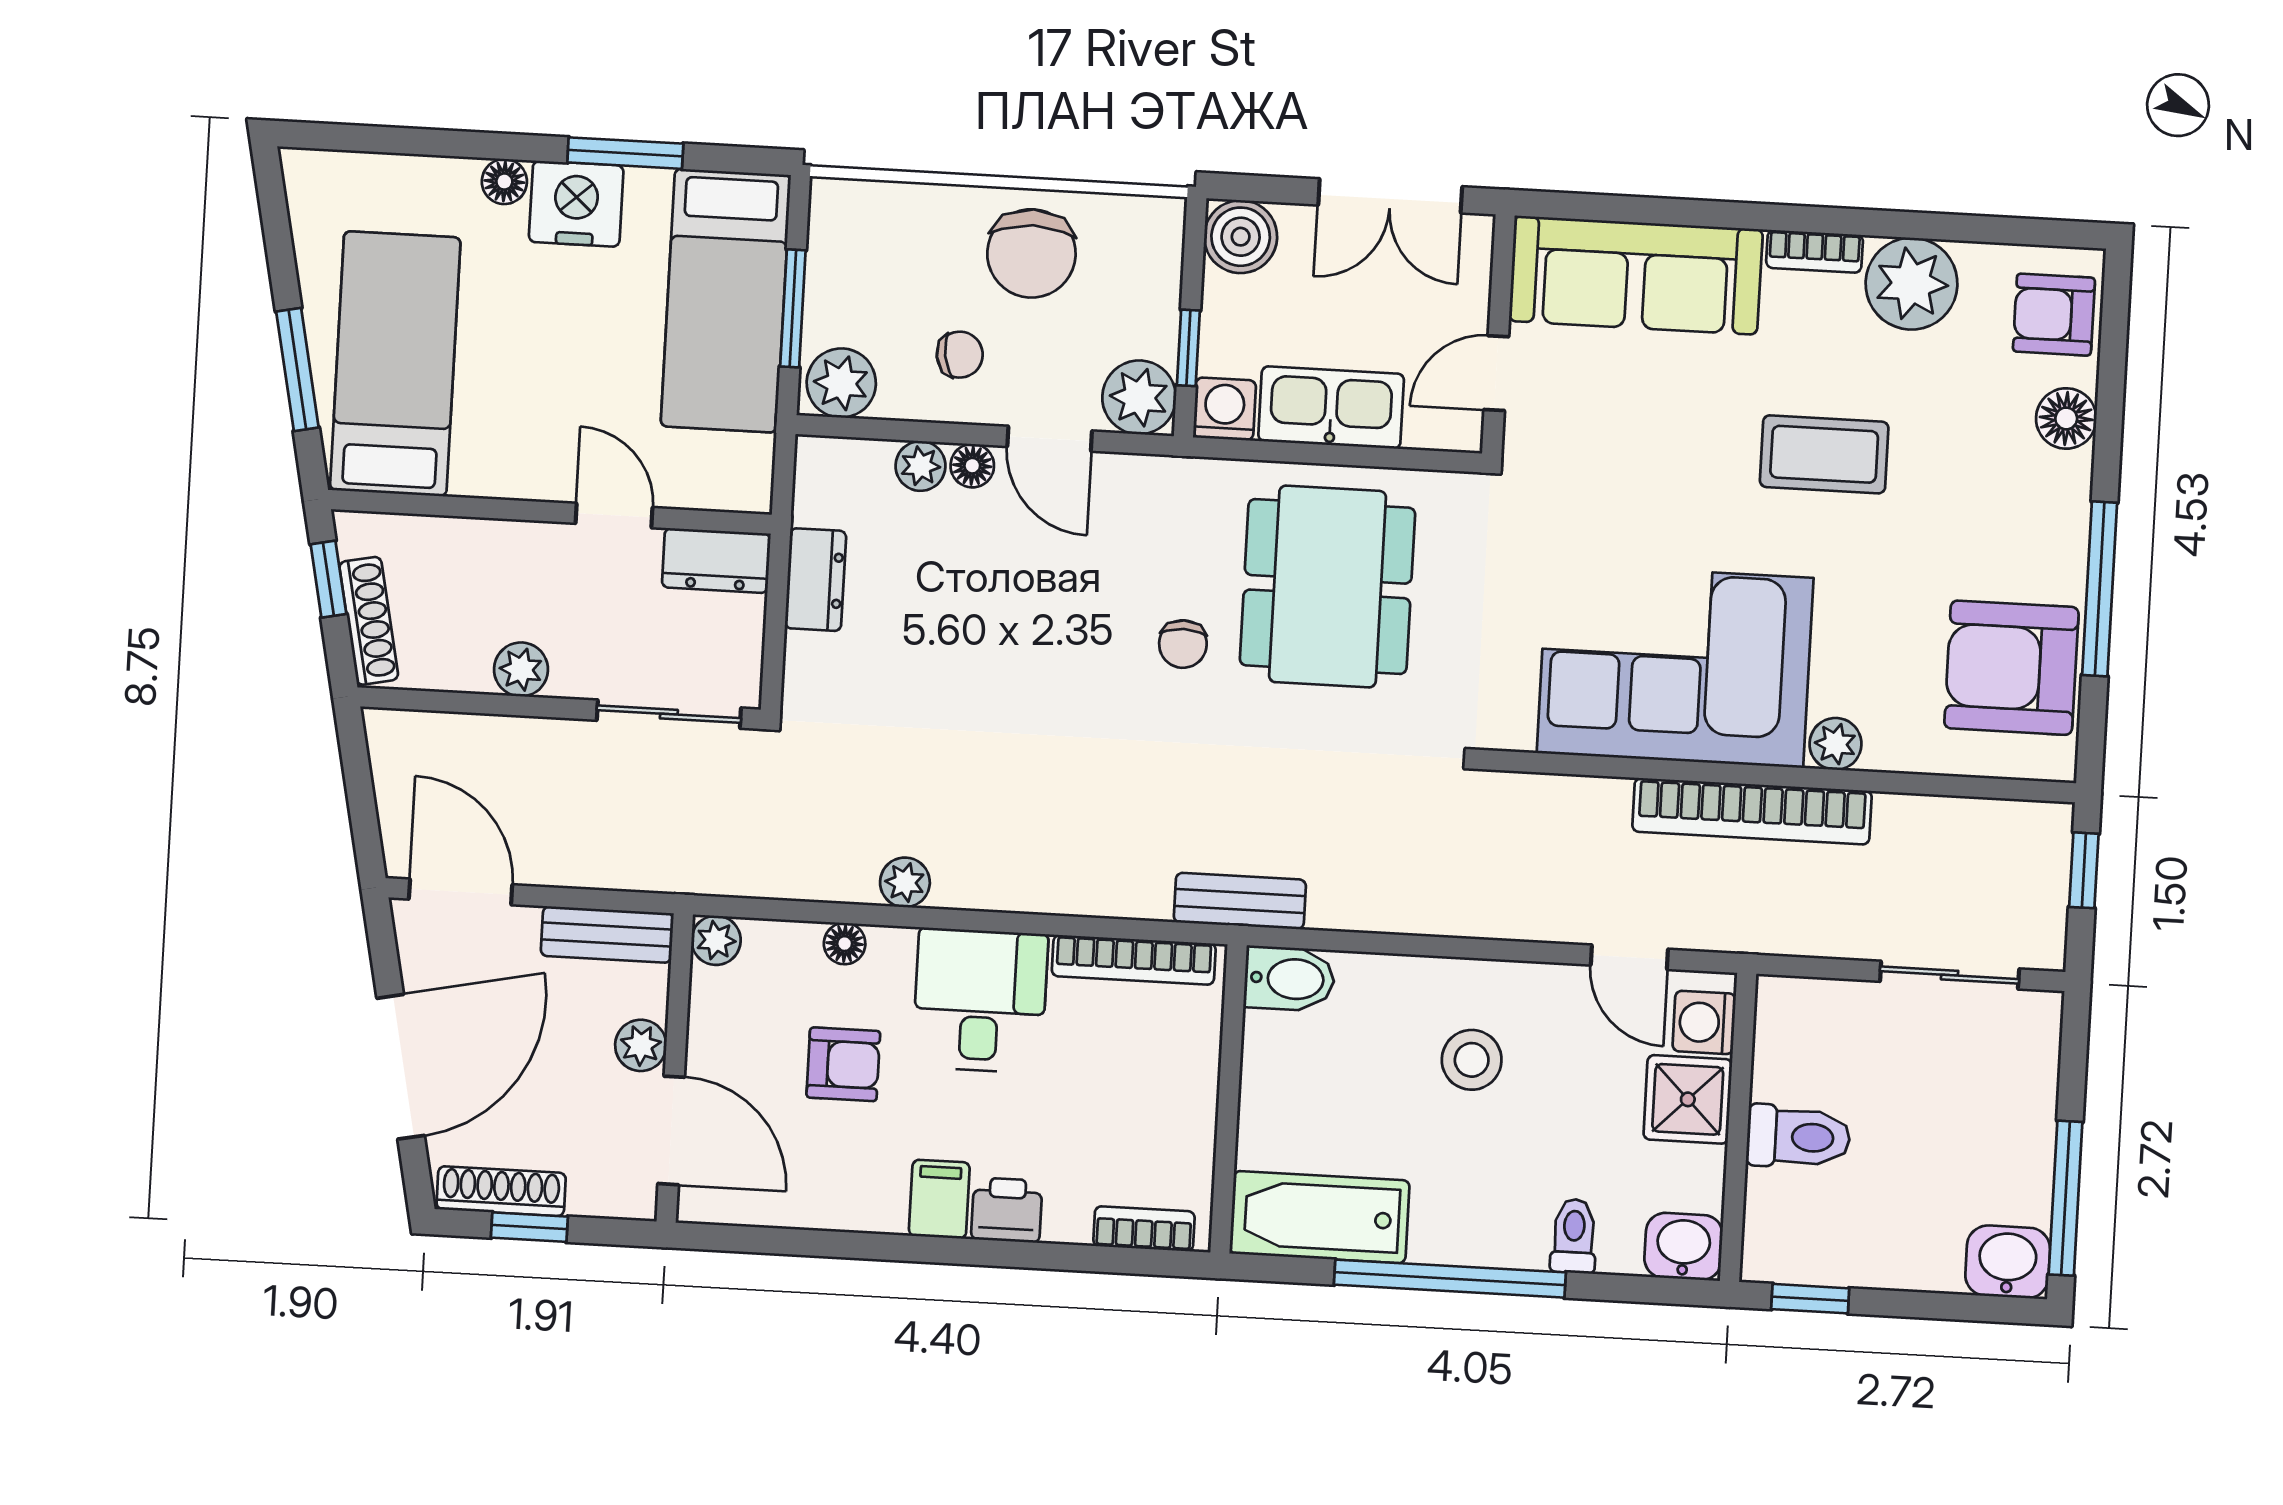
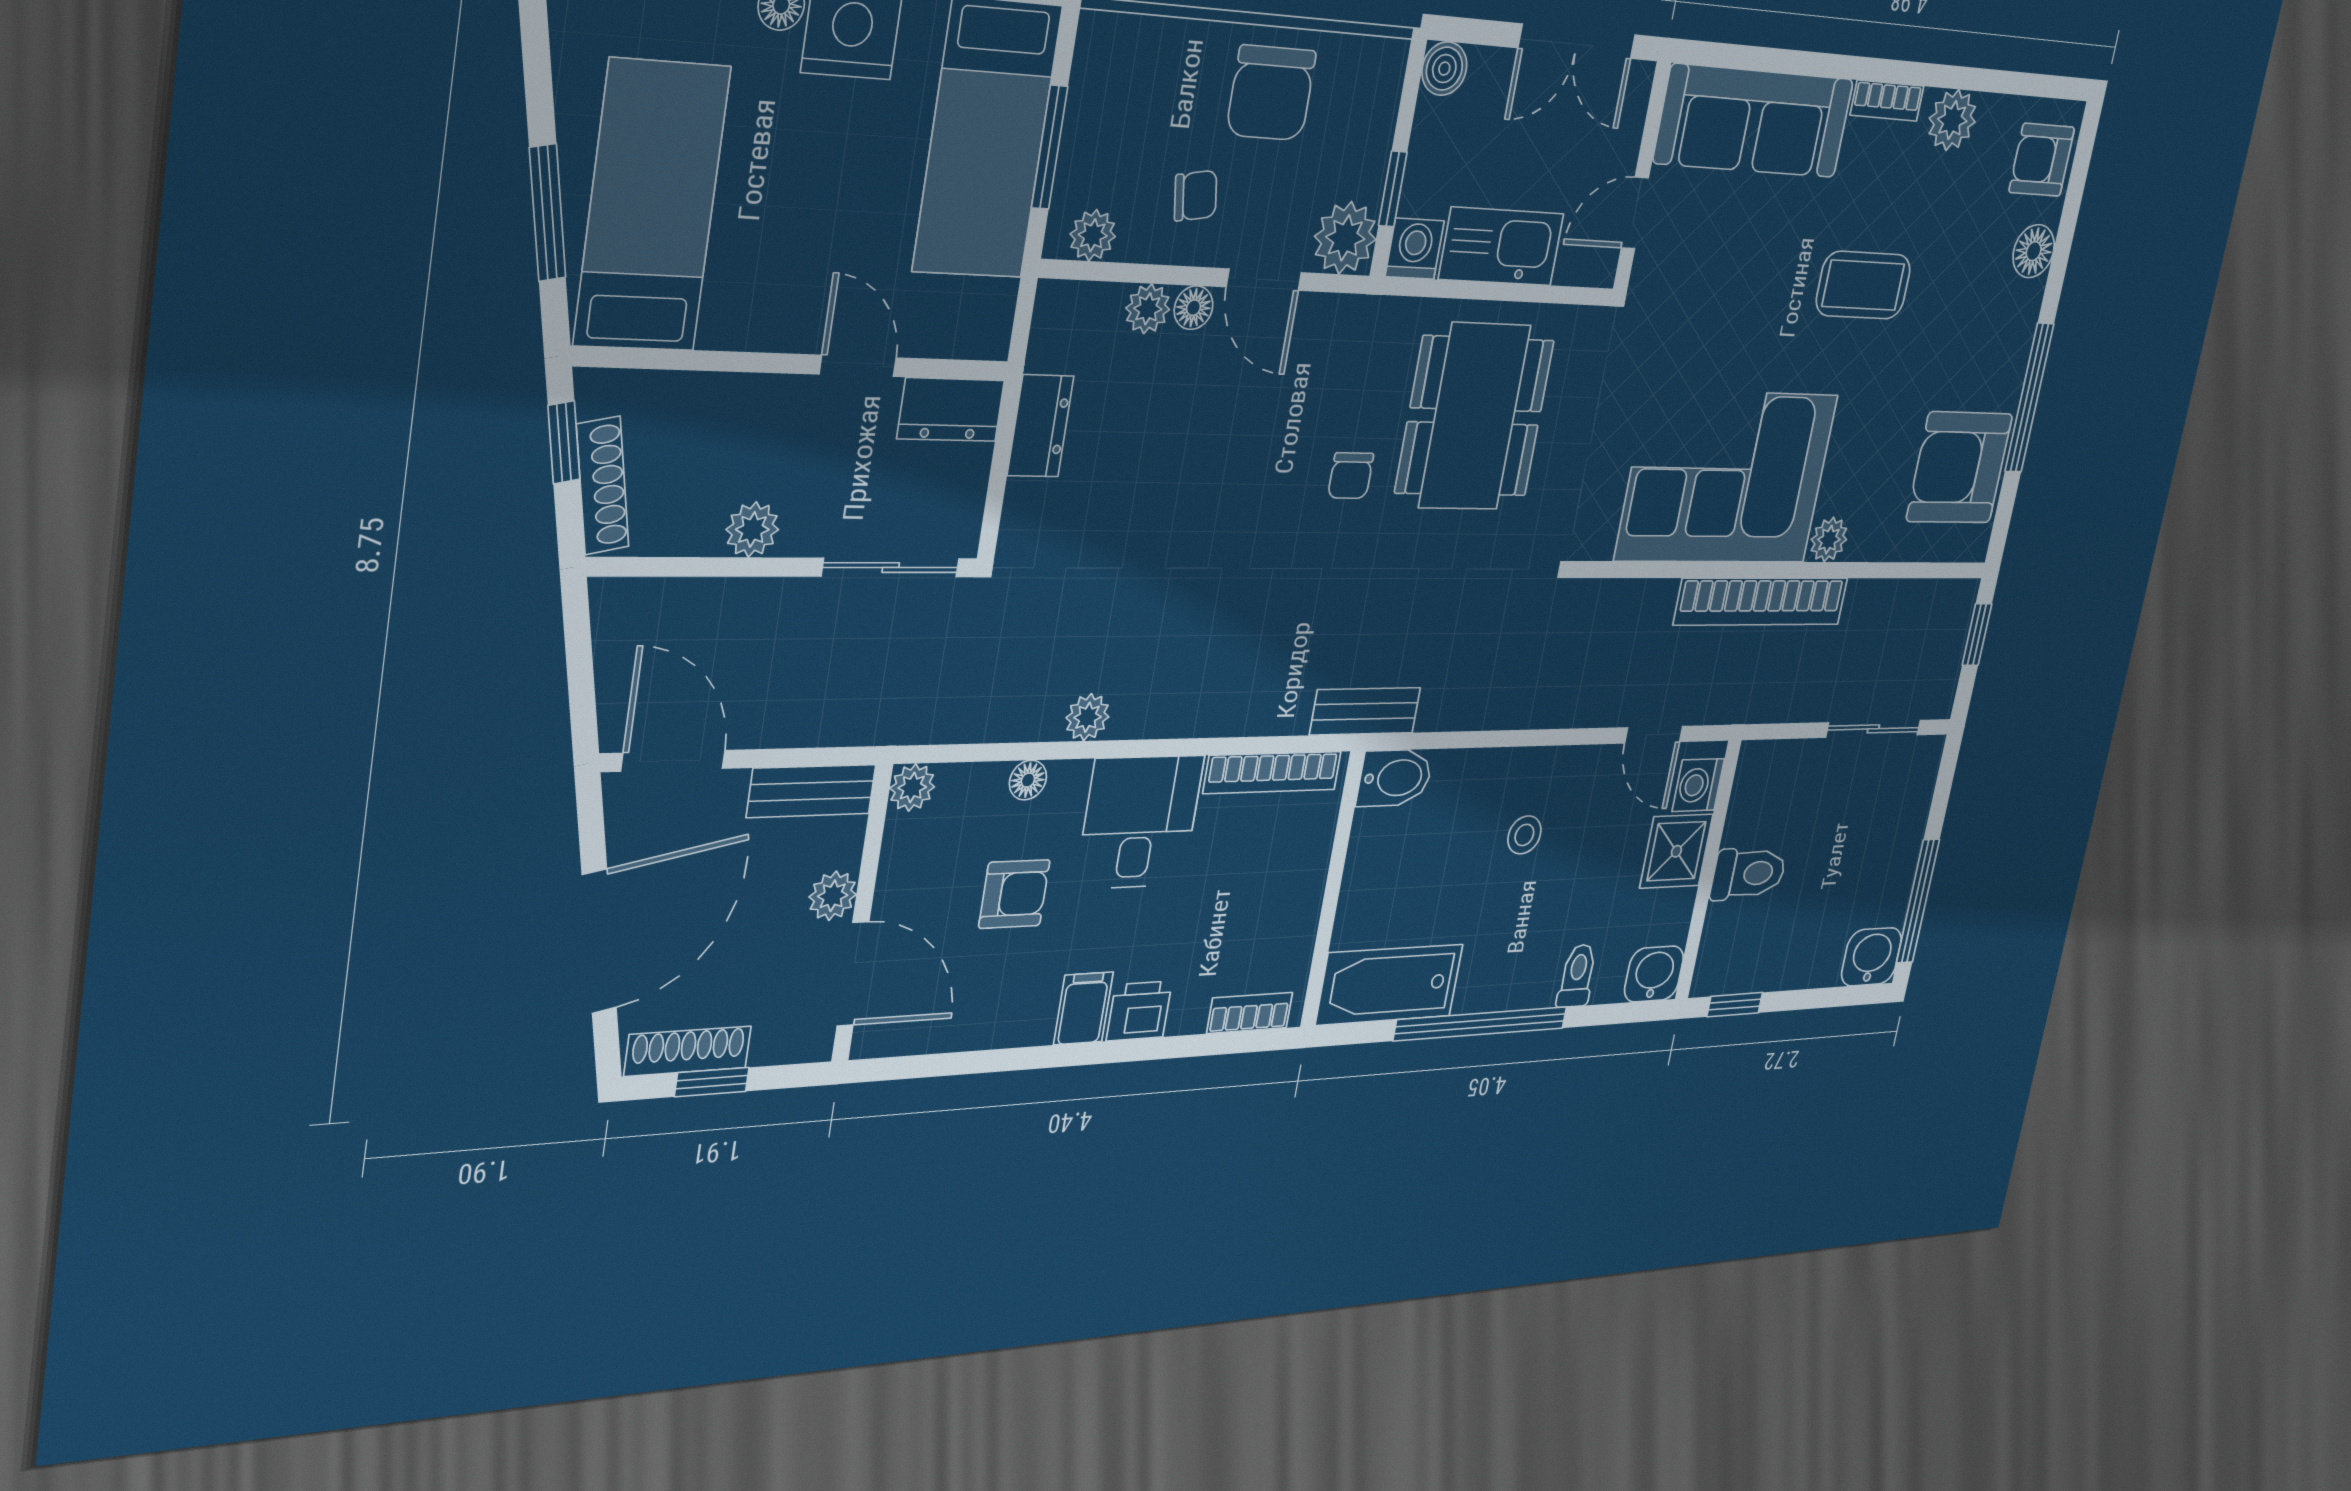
boiler: (1241, 237) -> (1444, 69), width x0.73, depth x0.73
plant: (1912, 284) -> (1952, 120), width x0.73, depth x0.73
plant: (841, 383) -> (1093, 235), width x0.73, depth x0.73
stool: (1472, 1060) -> (1524, 835), width x0.73, depth x0.73

